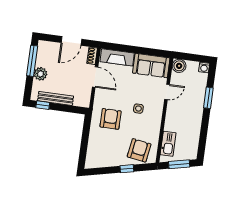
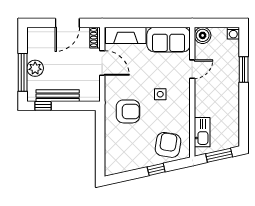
window: (32, 61) -> (23, 72), moved
armchair: (111, 119) -> (128, 111), turned 90

